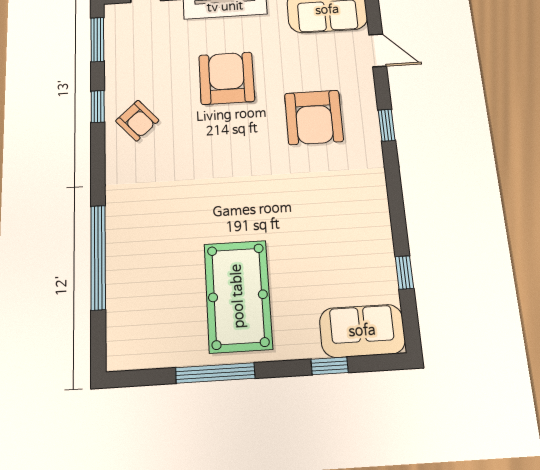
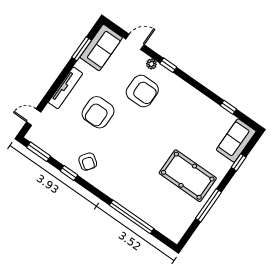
armchair: (227, 78) -> (98, 112), turned -90
plant: (366, 99) -> (151, 64), added
armchair: (137, 121) -> (88, 162), turned 78

